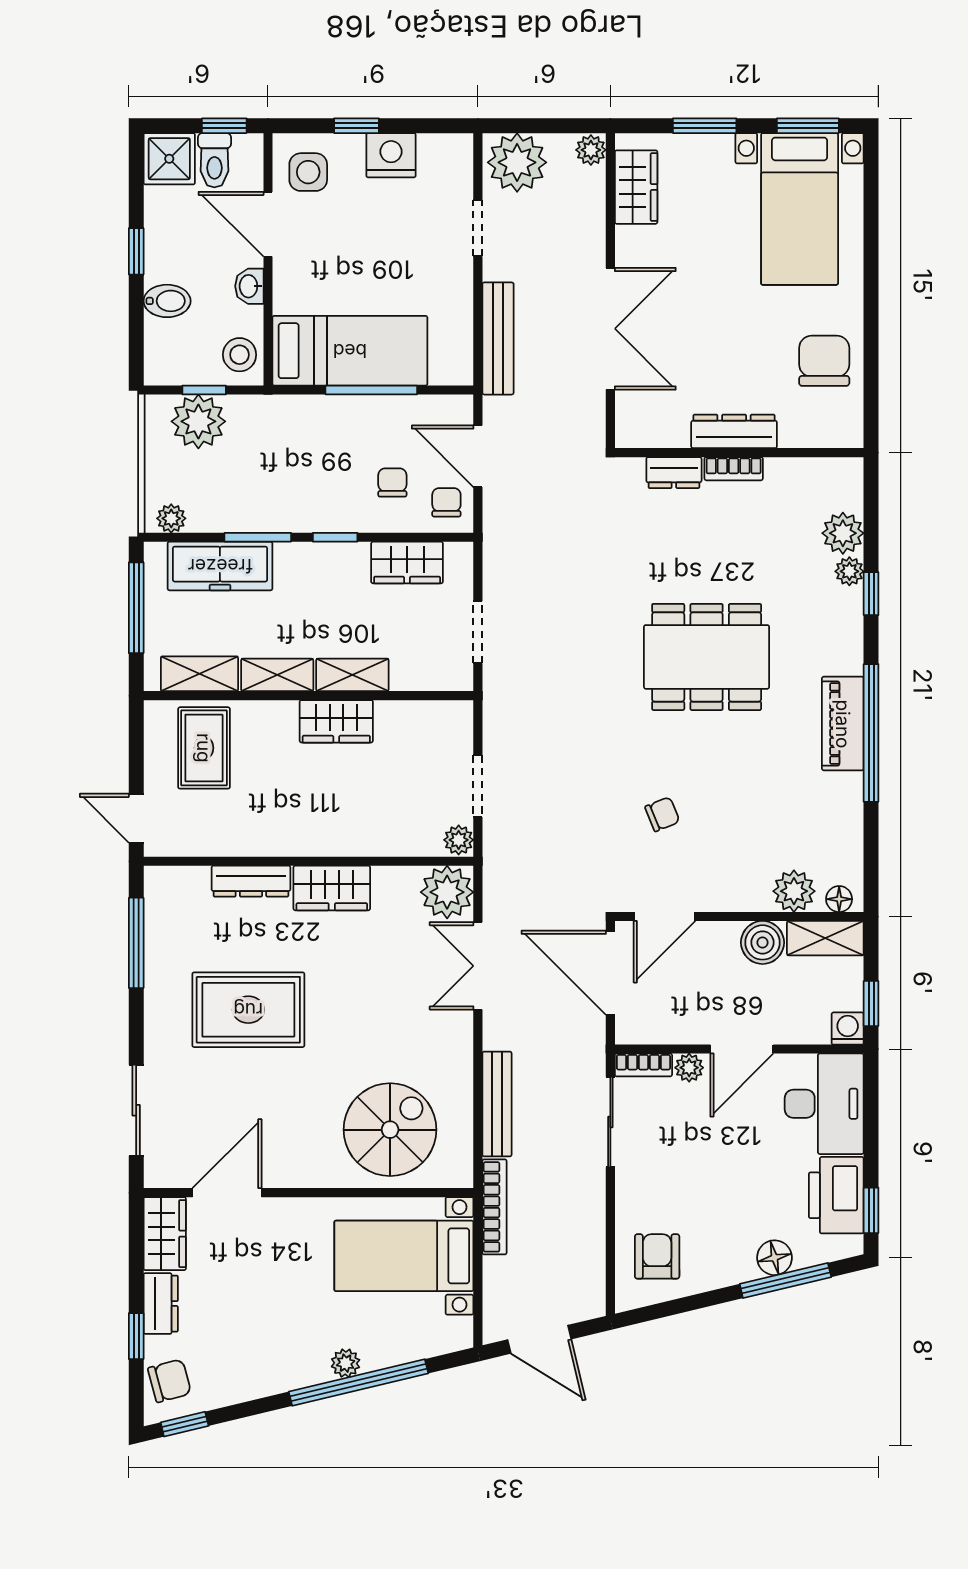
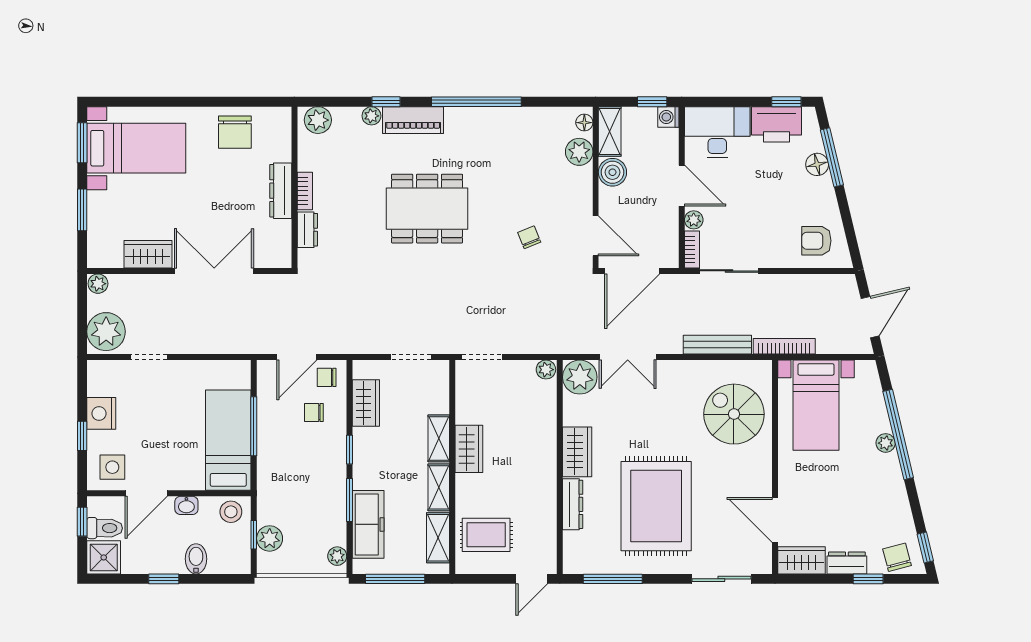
wardrobe: (636, 187) -> (148, 254), moved
bench: (498, 338) -> (220, 344), removed
chair: (824, 361) -> (235, 132), turned -90
plant: (198, 421) -> (270, 538), width x0.73, depth x0.73
plant: (843, 533) -> (318, 120), moved
dining table: (707, 657) -> (427, 209), turned 90
piano: (843, 724) -> (413, 120), moved
doorway: (478, 786) -> (482, 357), moved
rug: (248, 1010) -> (656, 506), width x1.37, depth x1.44

